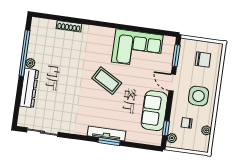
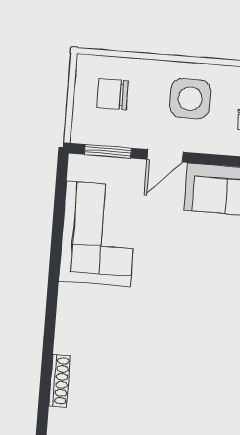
chair: (203, 59) -> (113, 94), turned -90
coffee table: (107, 81) -> (169, 294), removed

